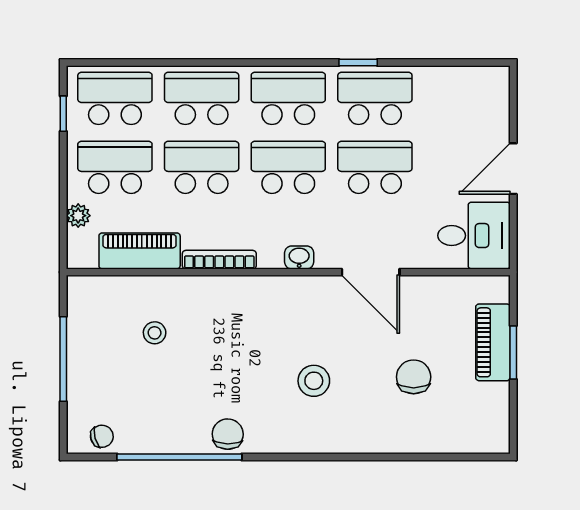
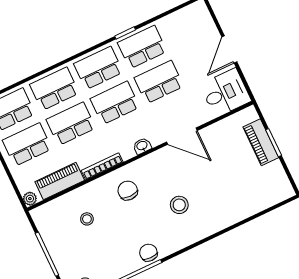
plant: (78, 216) -> (30, 199), moved
chair: (414, 377) -> (128, 191), moved

